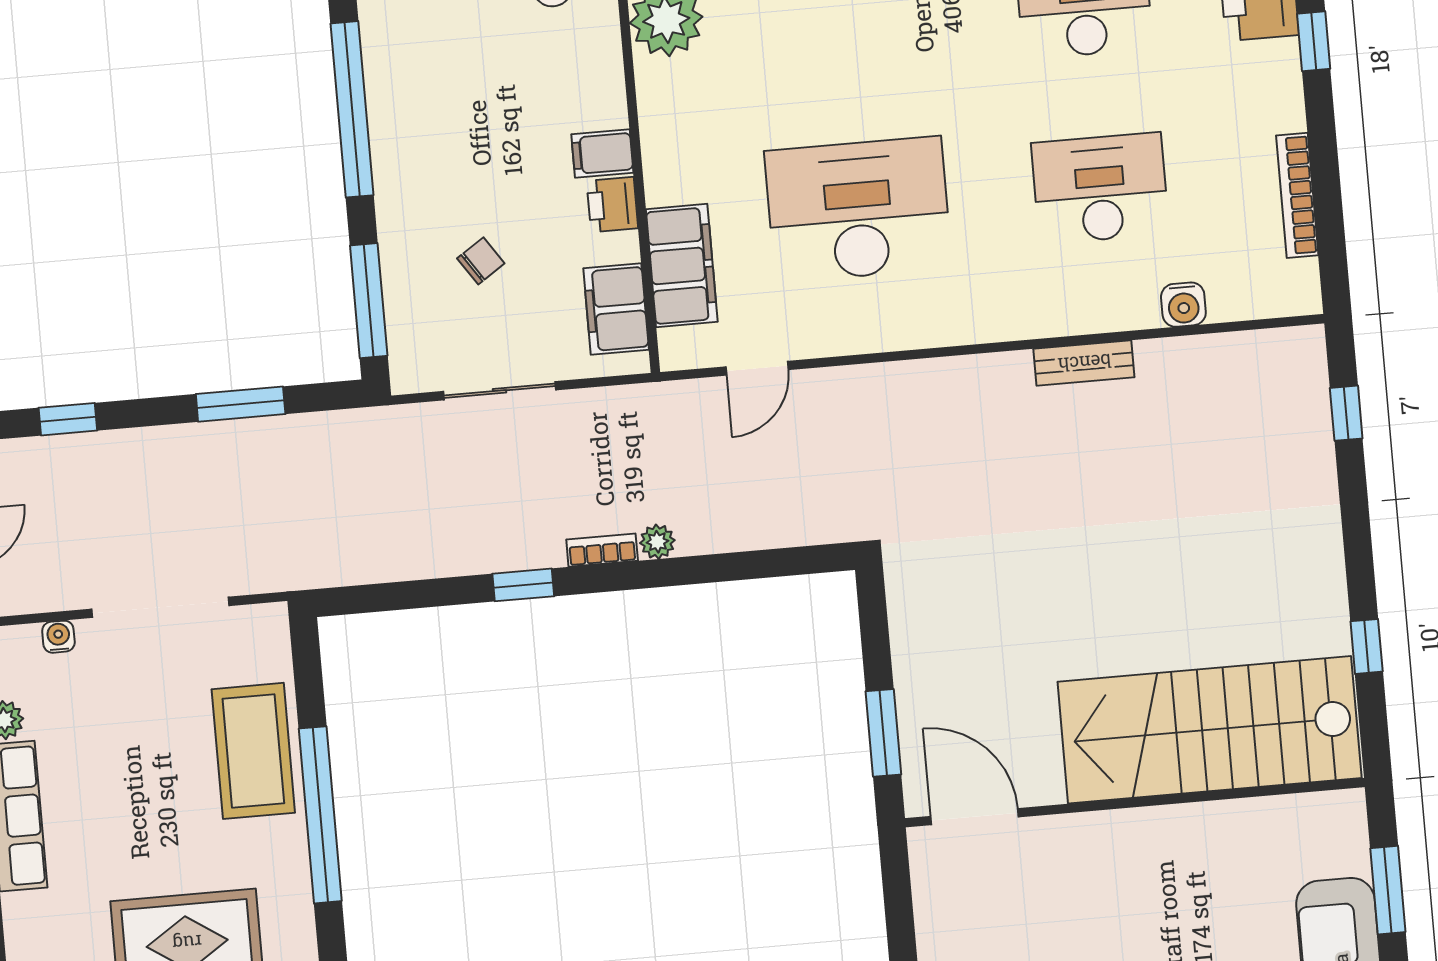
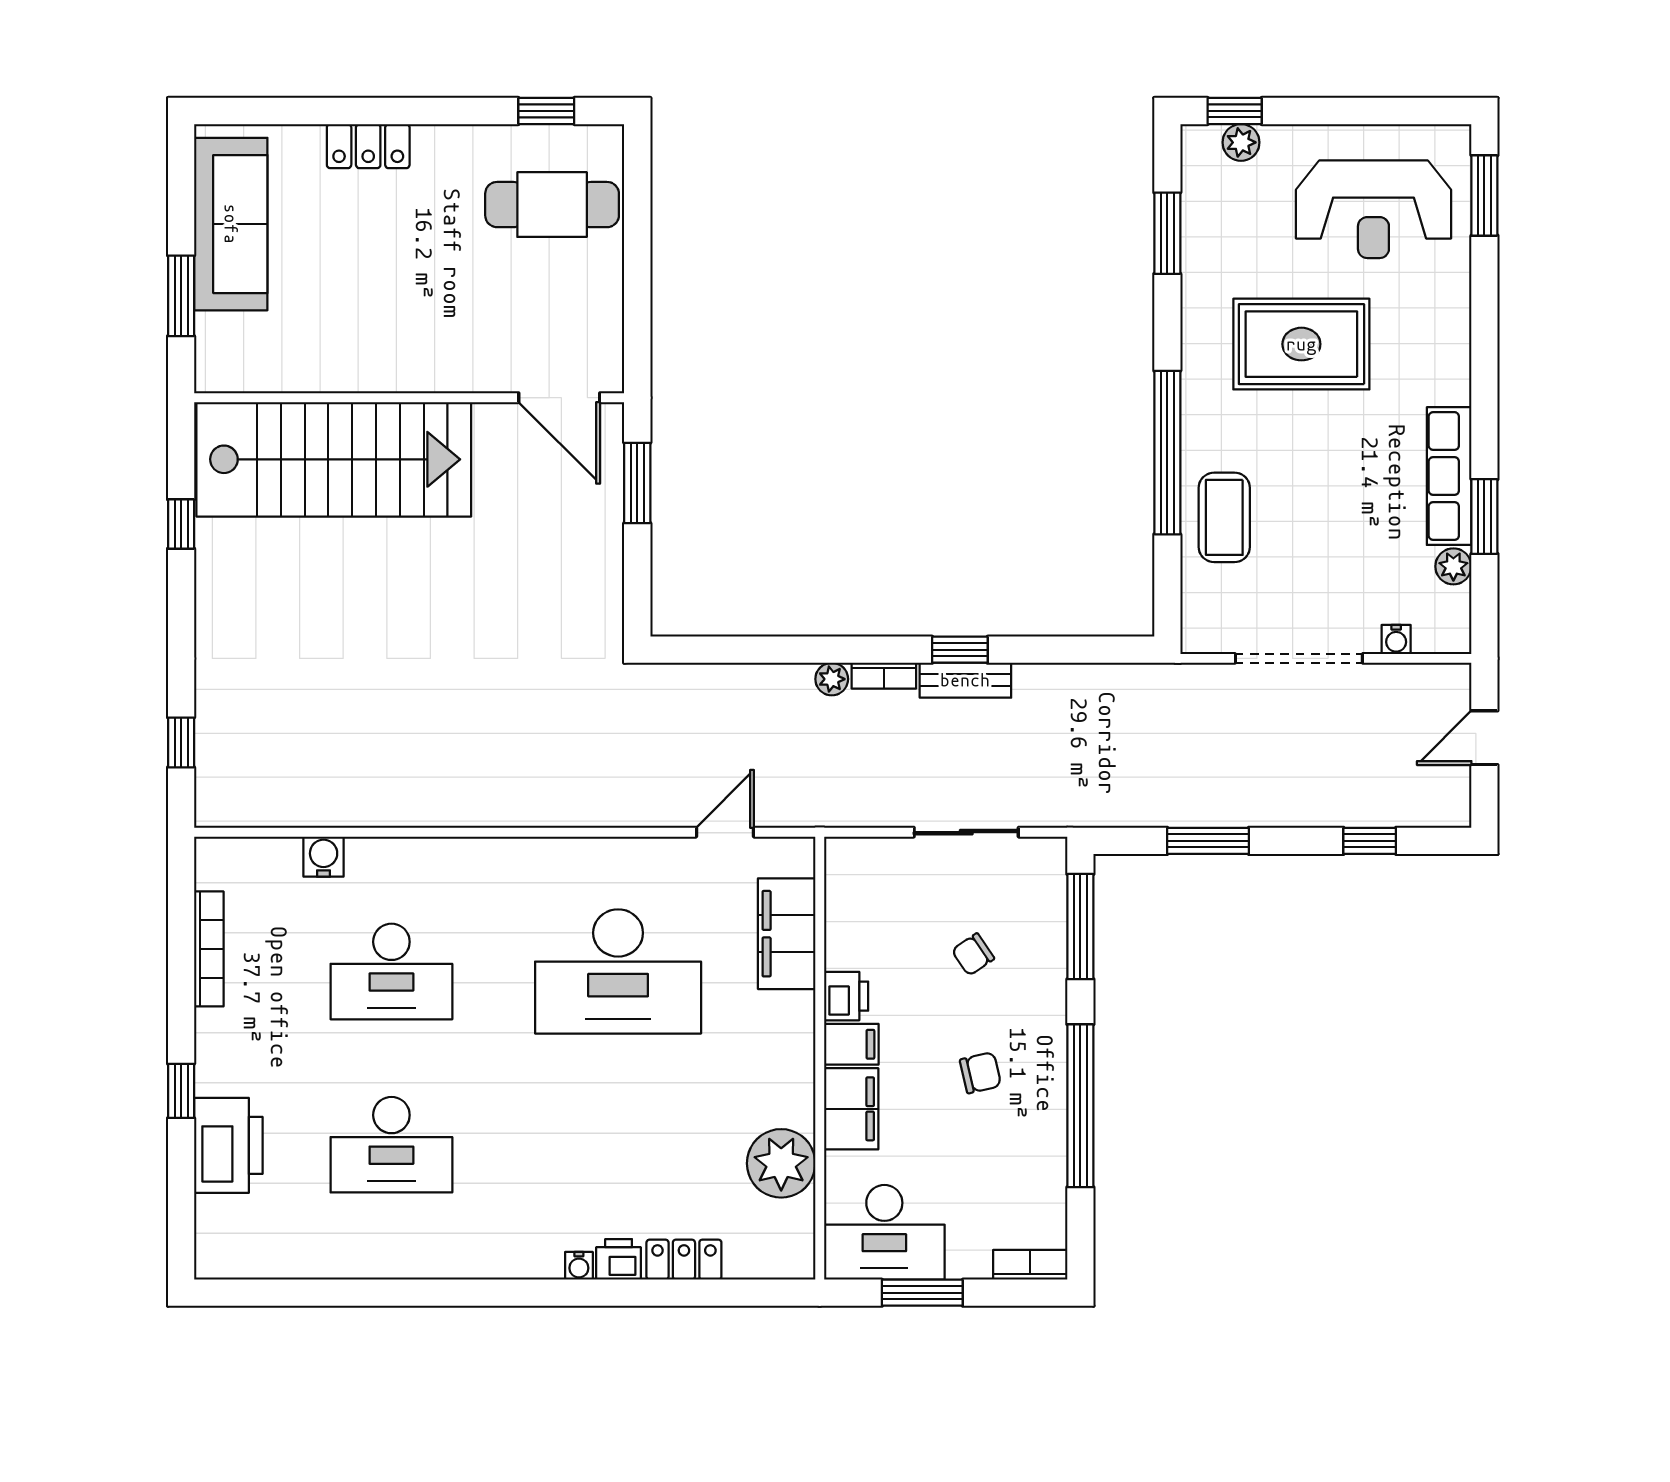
chair: (462, 135) -> (980, 1073), added
filing cabinet: (616, 309) -> (851, 1109), moved
bench: (1084, 363) -> (965, 680), moved
coffee table: (253, 751) -> (1224, 517), width x0.73, depth x0.76

